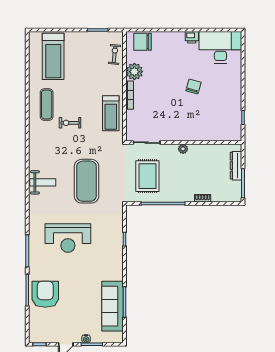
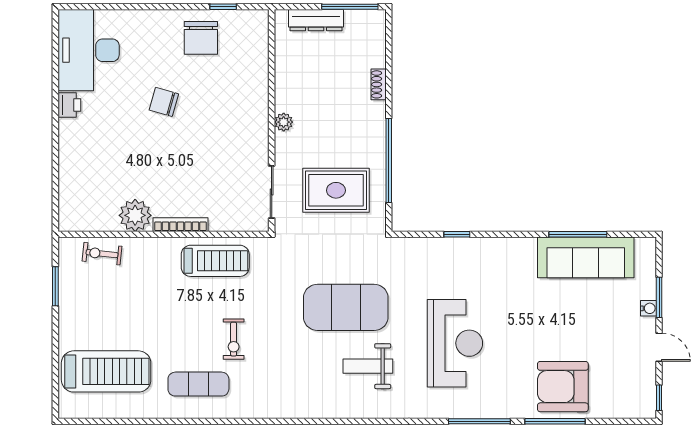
chair: (142, 42) -> (201, 38), moved
weight bench: (43, 182) -> (368, 366), moved, turned -90

